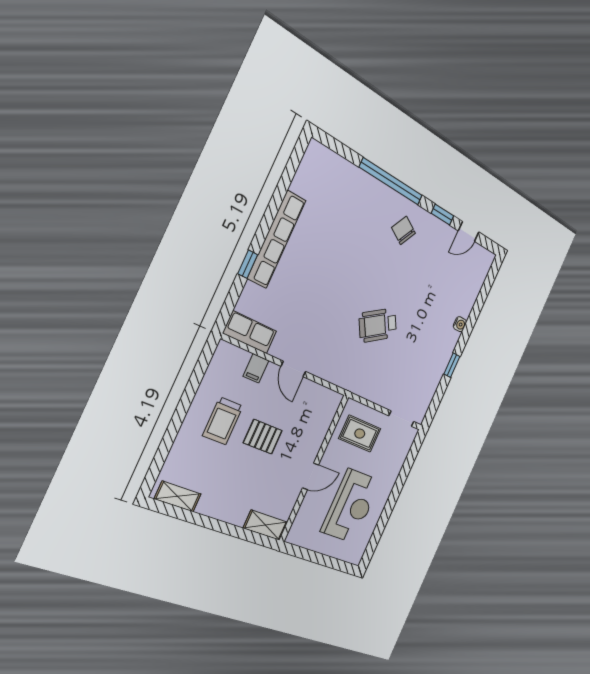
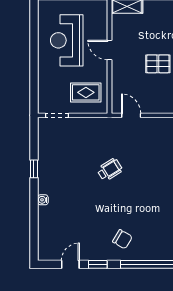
wheelchair: (378, 325) -> (110, 170), width x0.73, depth x0.73
door: (293, 369) -> (131, 115), moved
door: (311, 476) -> (109, 50), hinge flipped

